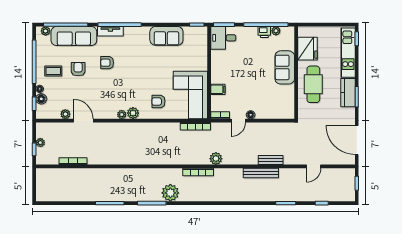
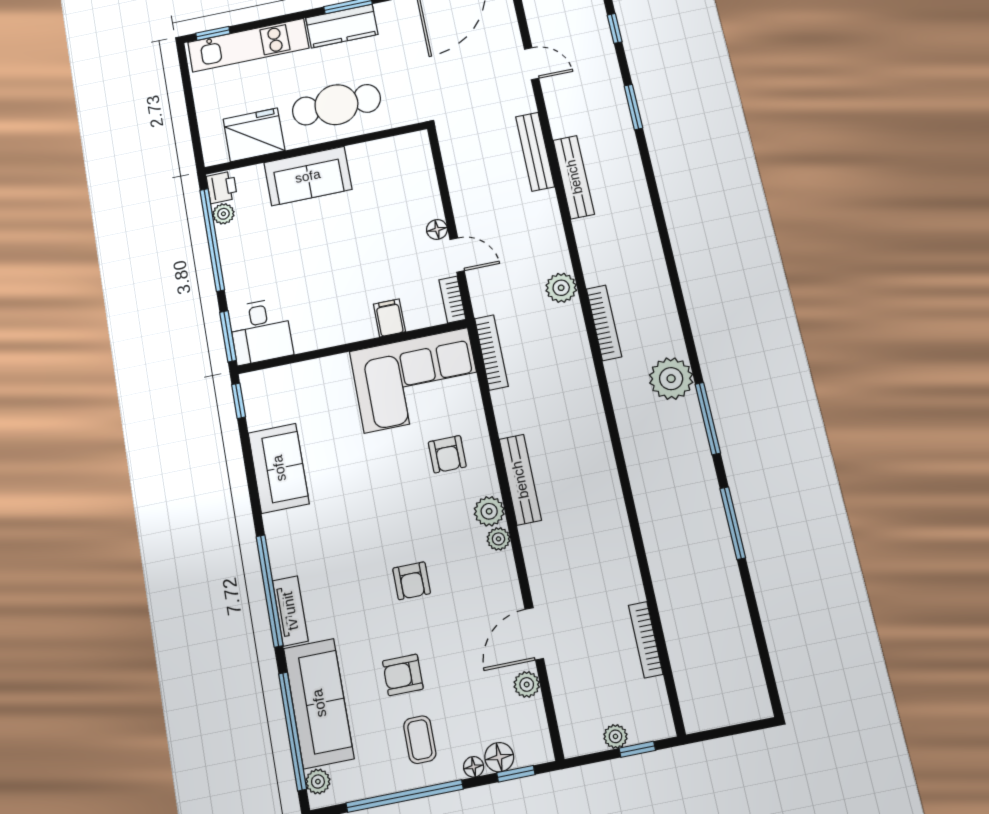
printer: (264, 32) -> (222, 187), moved
armchair: (107, 63) -> (412, 581), moved
bench: (143, 127) -> (520, 480), added
bench: (271, 160) -> (535, 152), width x1.36

